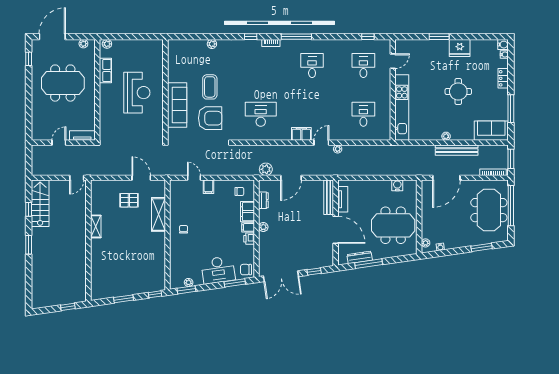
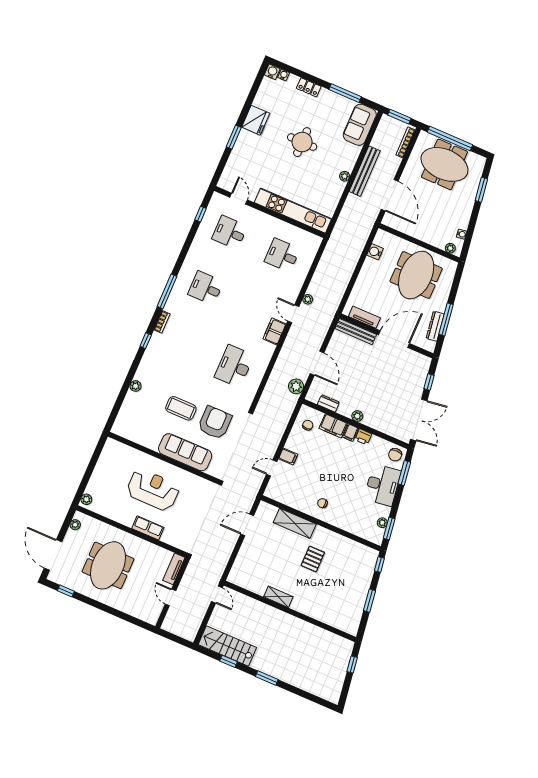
row of seats: (105, 70) -> (148, 528), moved
pallet: (129, 200) -> (313, 559), moved

